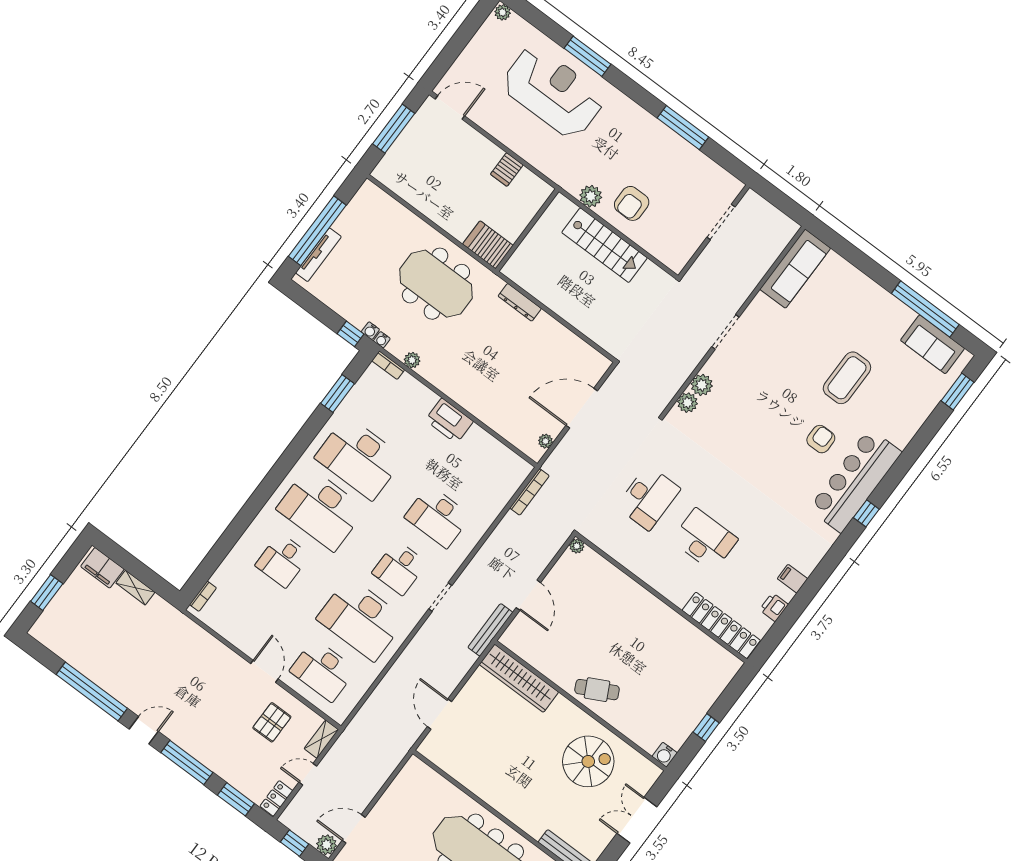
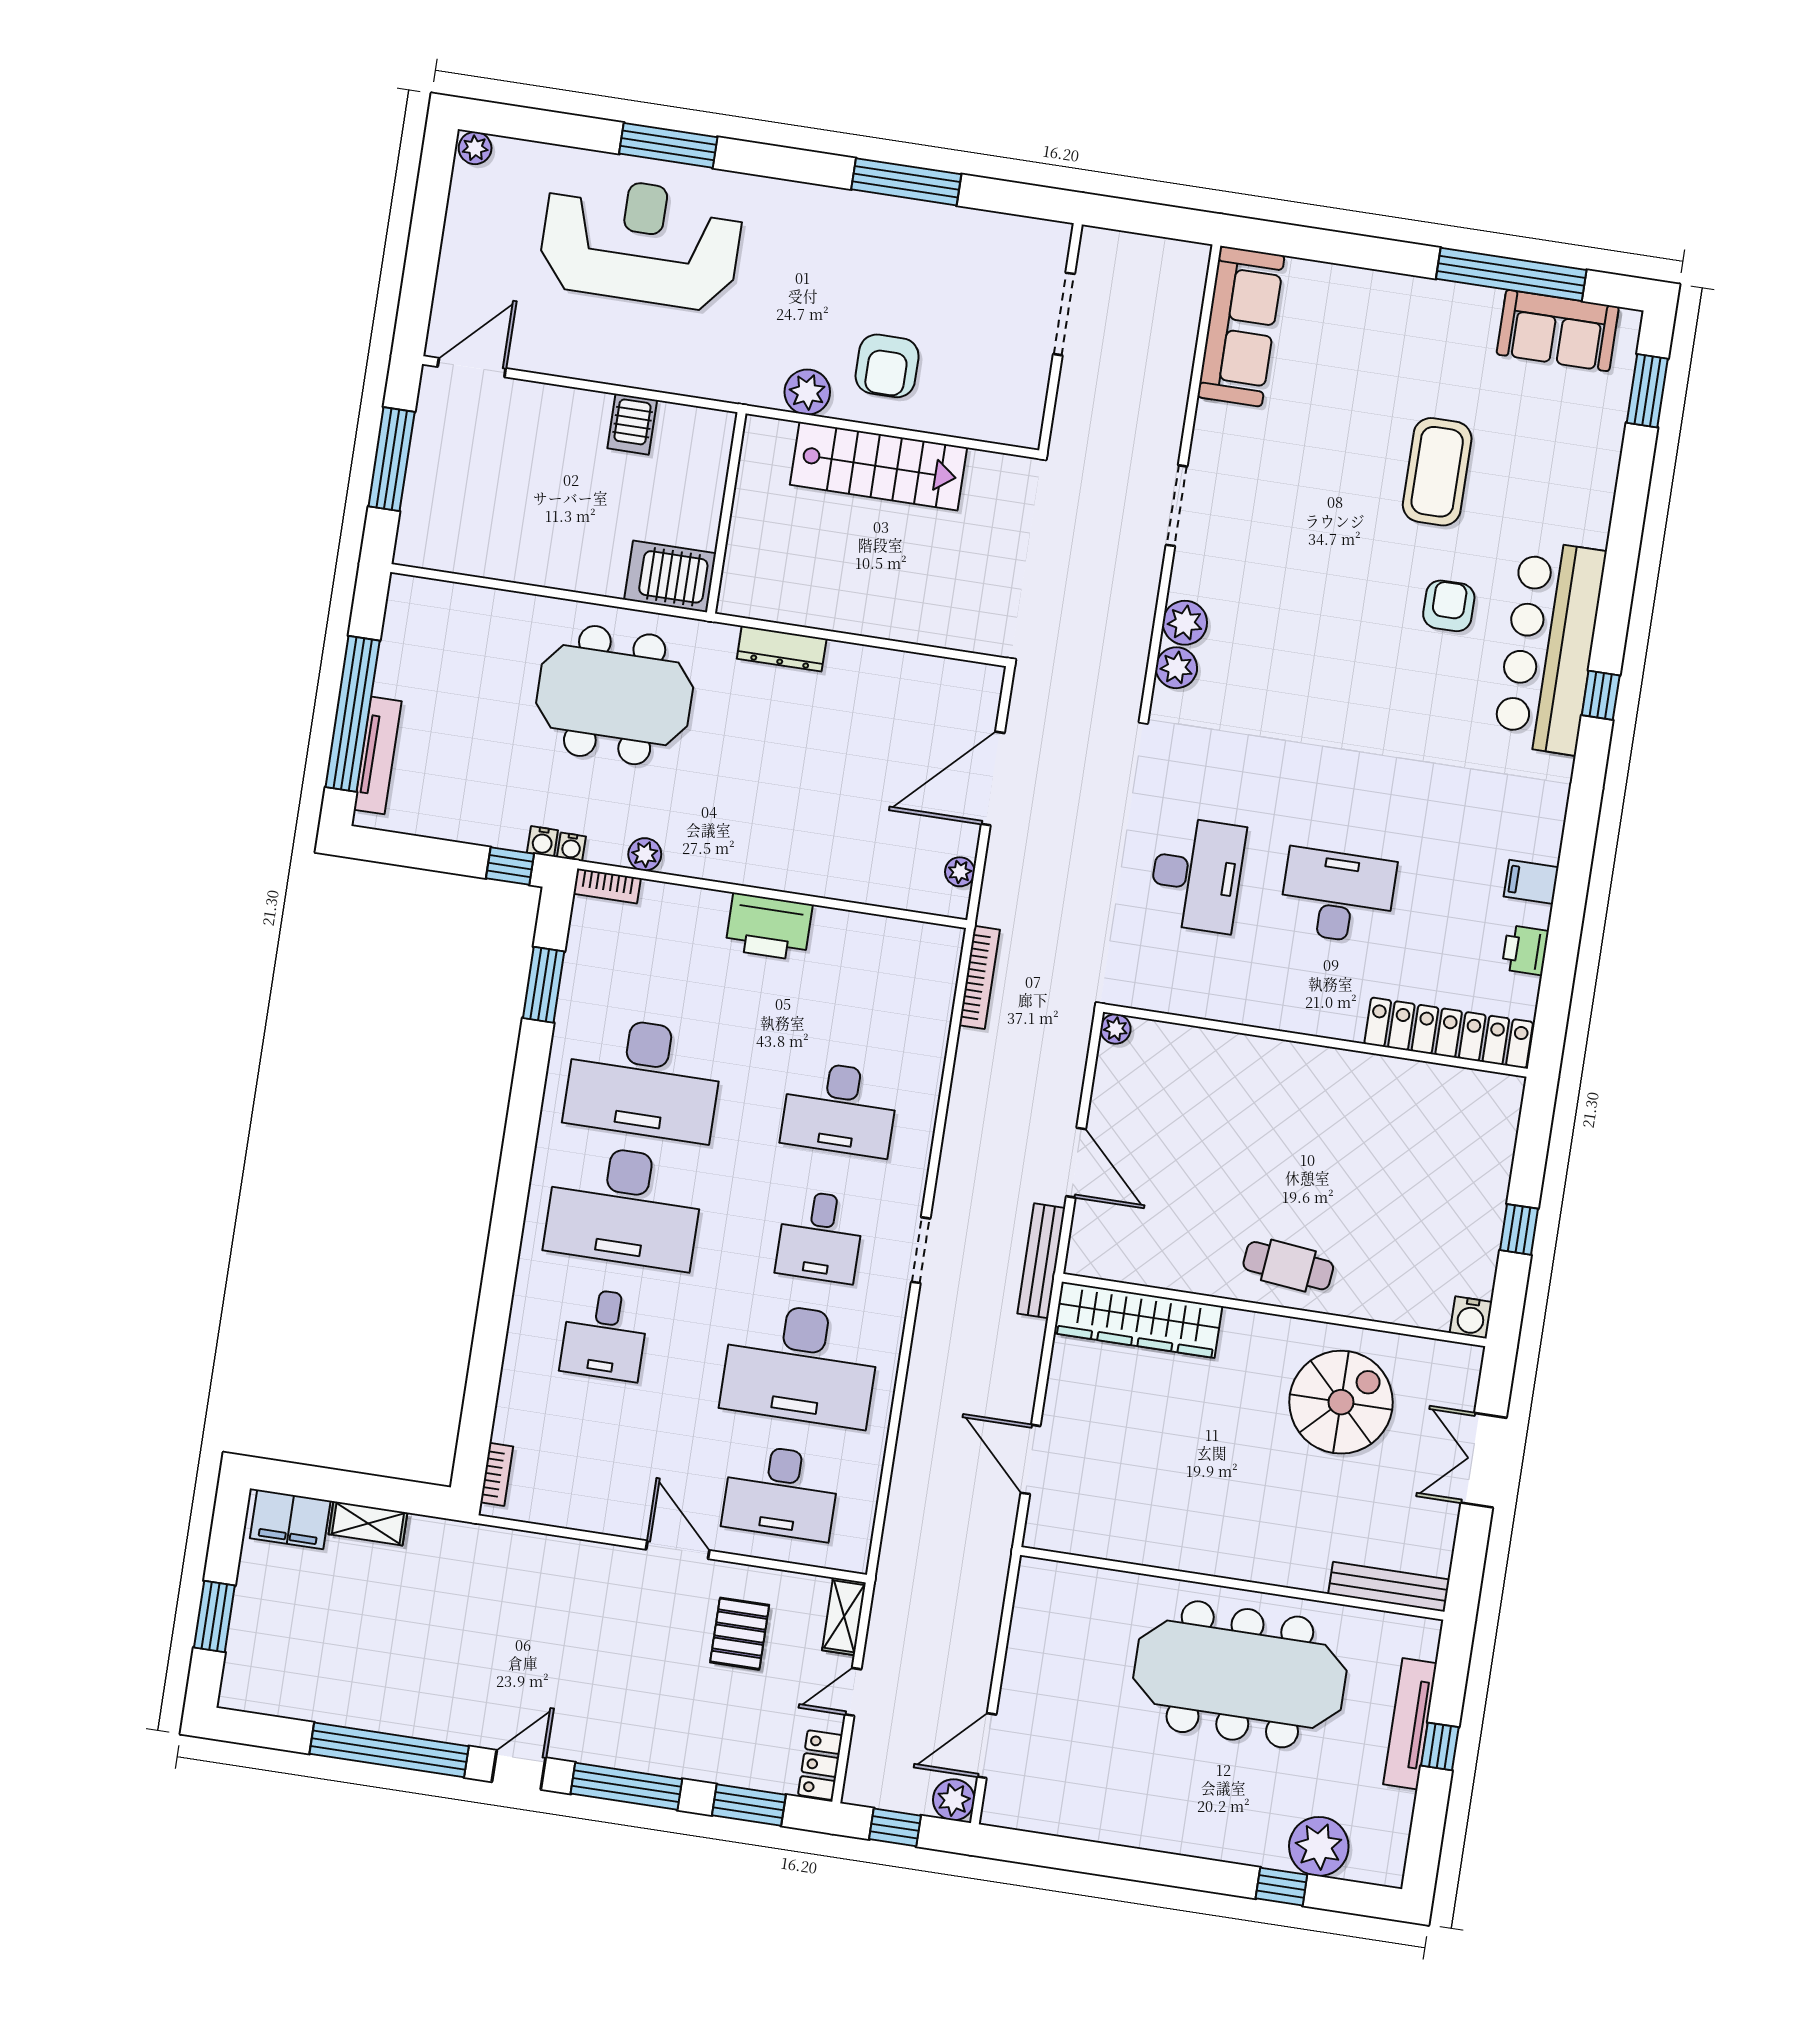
cafe table: (597, 690) -> (1288, 1266), turned 33

